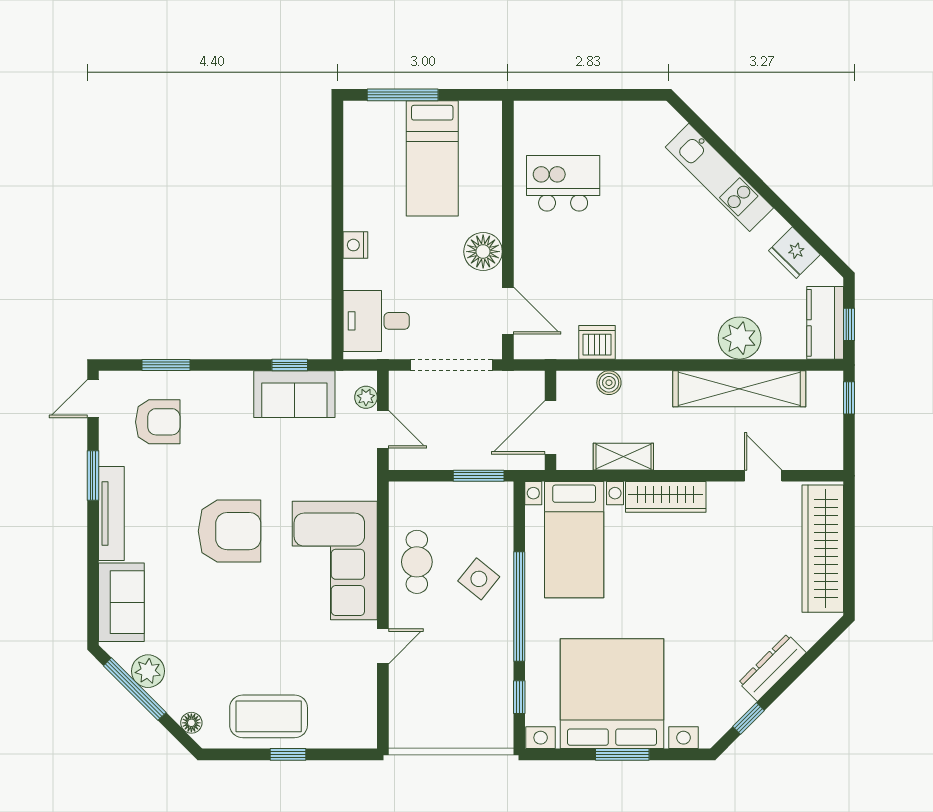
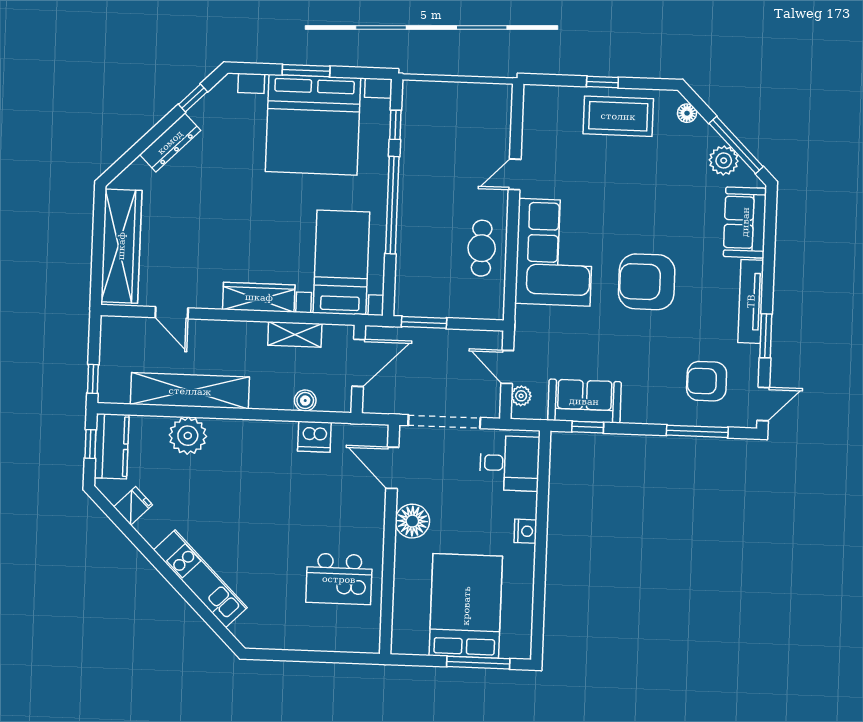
bed: (432, 158) -> (466, 606), width x1.50
fridge: (794, 253) -> (133, 506), width x0.72
window: (166, 365) -> (697, 431), width x1.44
side table: (479, 579) -> (427, 231), removed

